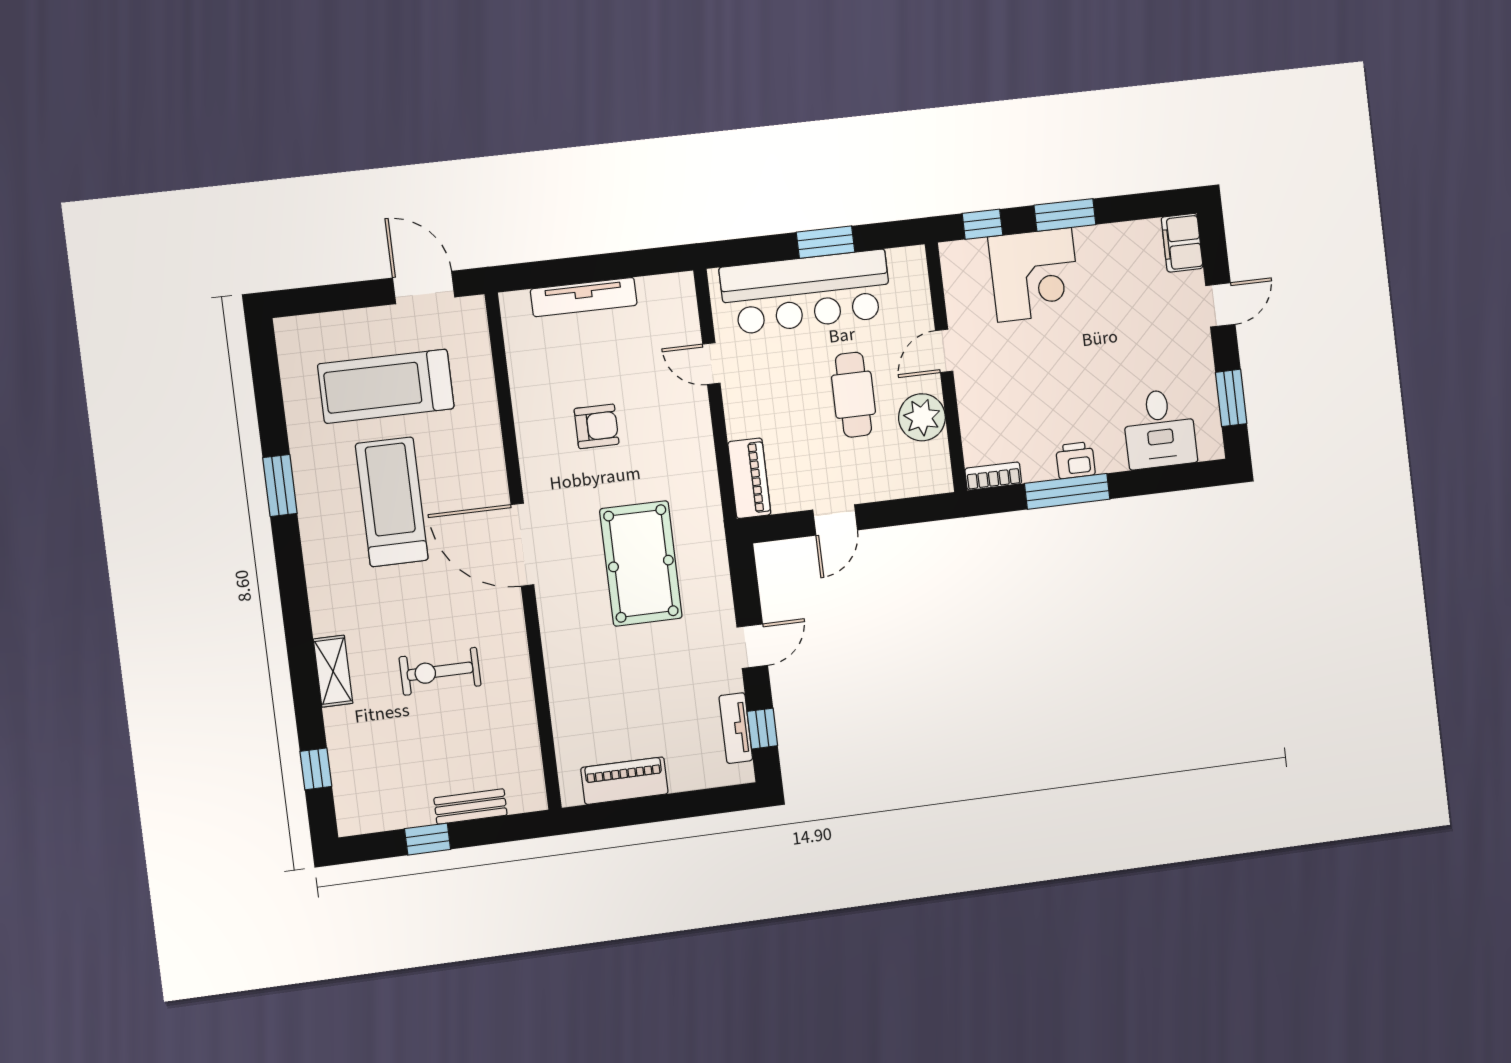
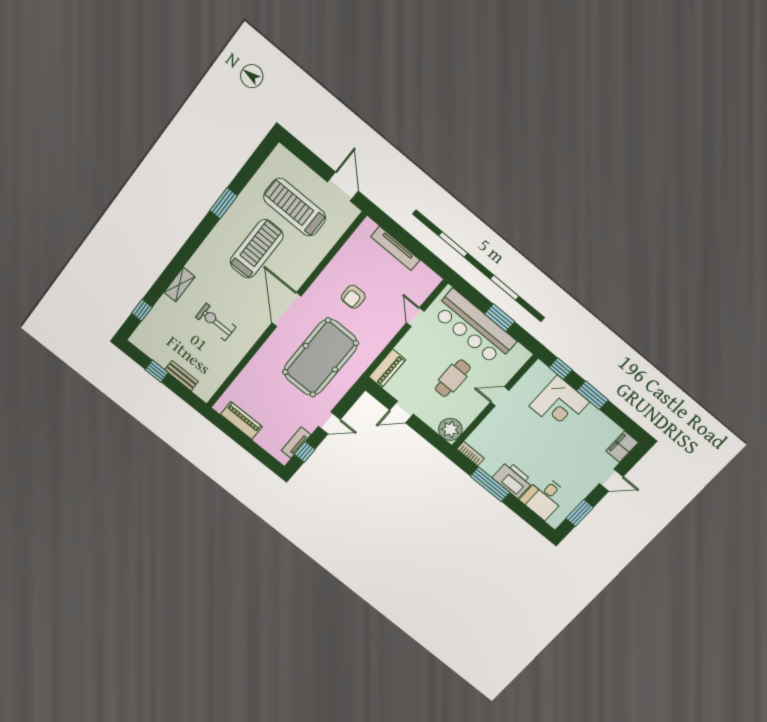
plant: (922, 417) -> (450, 429), moved
armchair: (597, 426) -> (353, 297), turned 90
printer: (1075, 460) -> (513, 480), width x1.87, depth x1.48
pool table: (641, 563) -> (320, 358), width x1.36, depth x1.32

